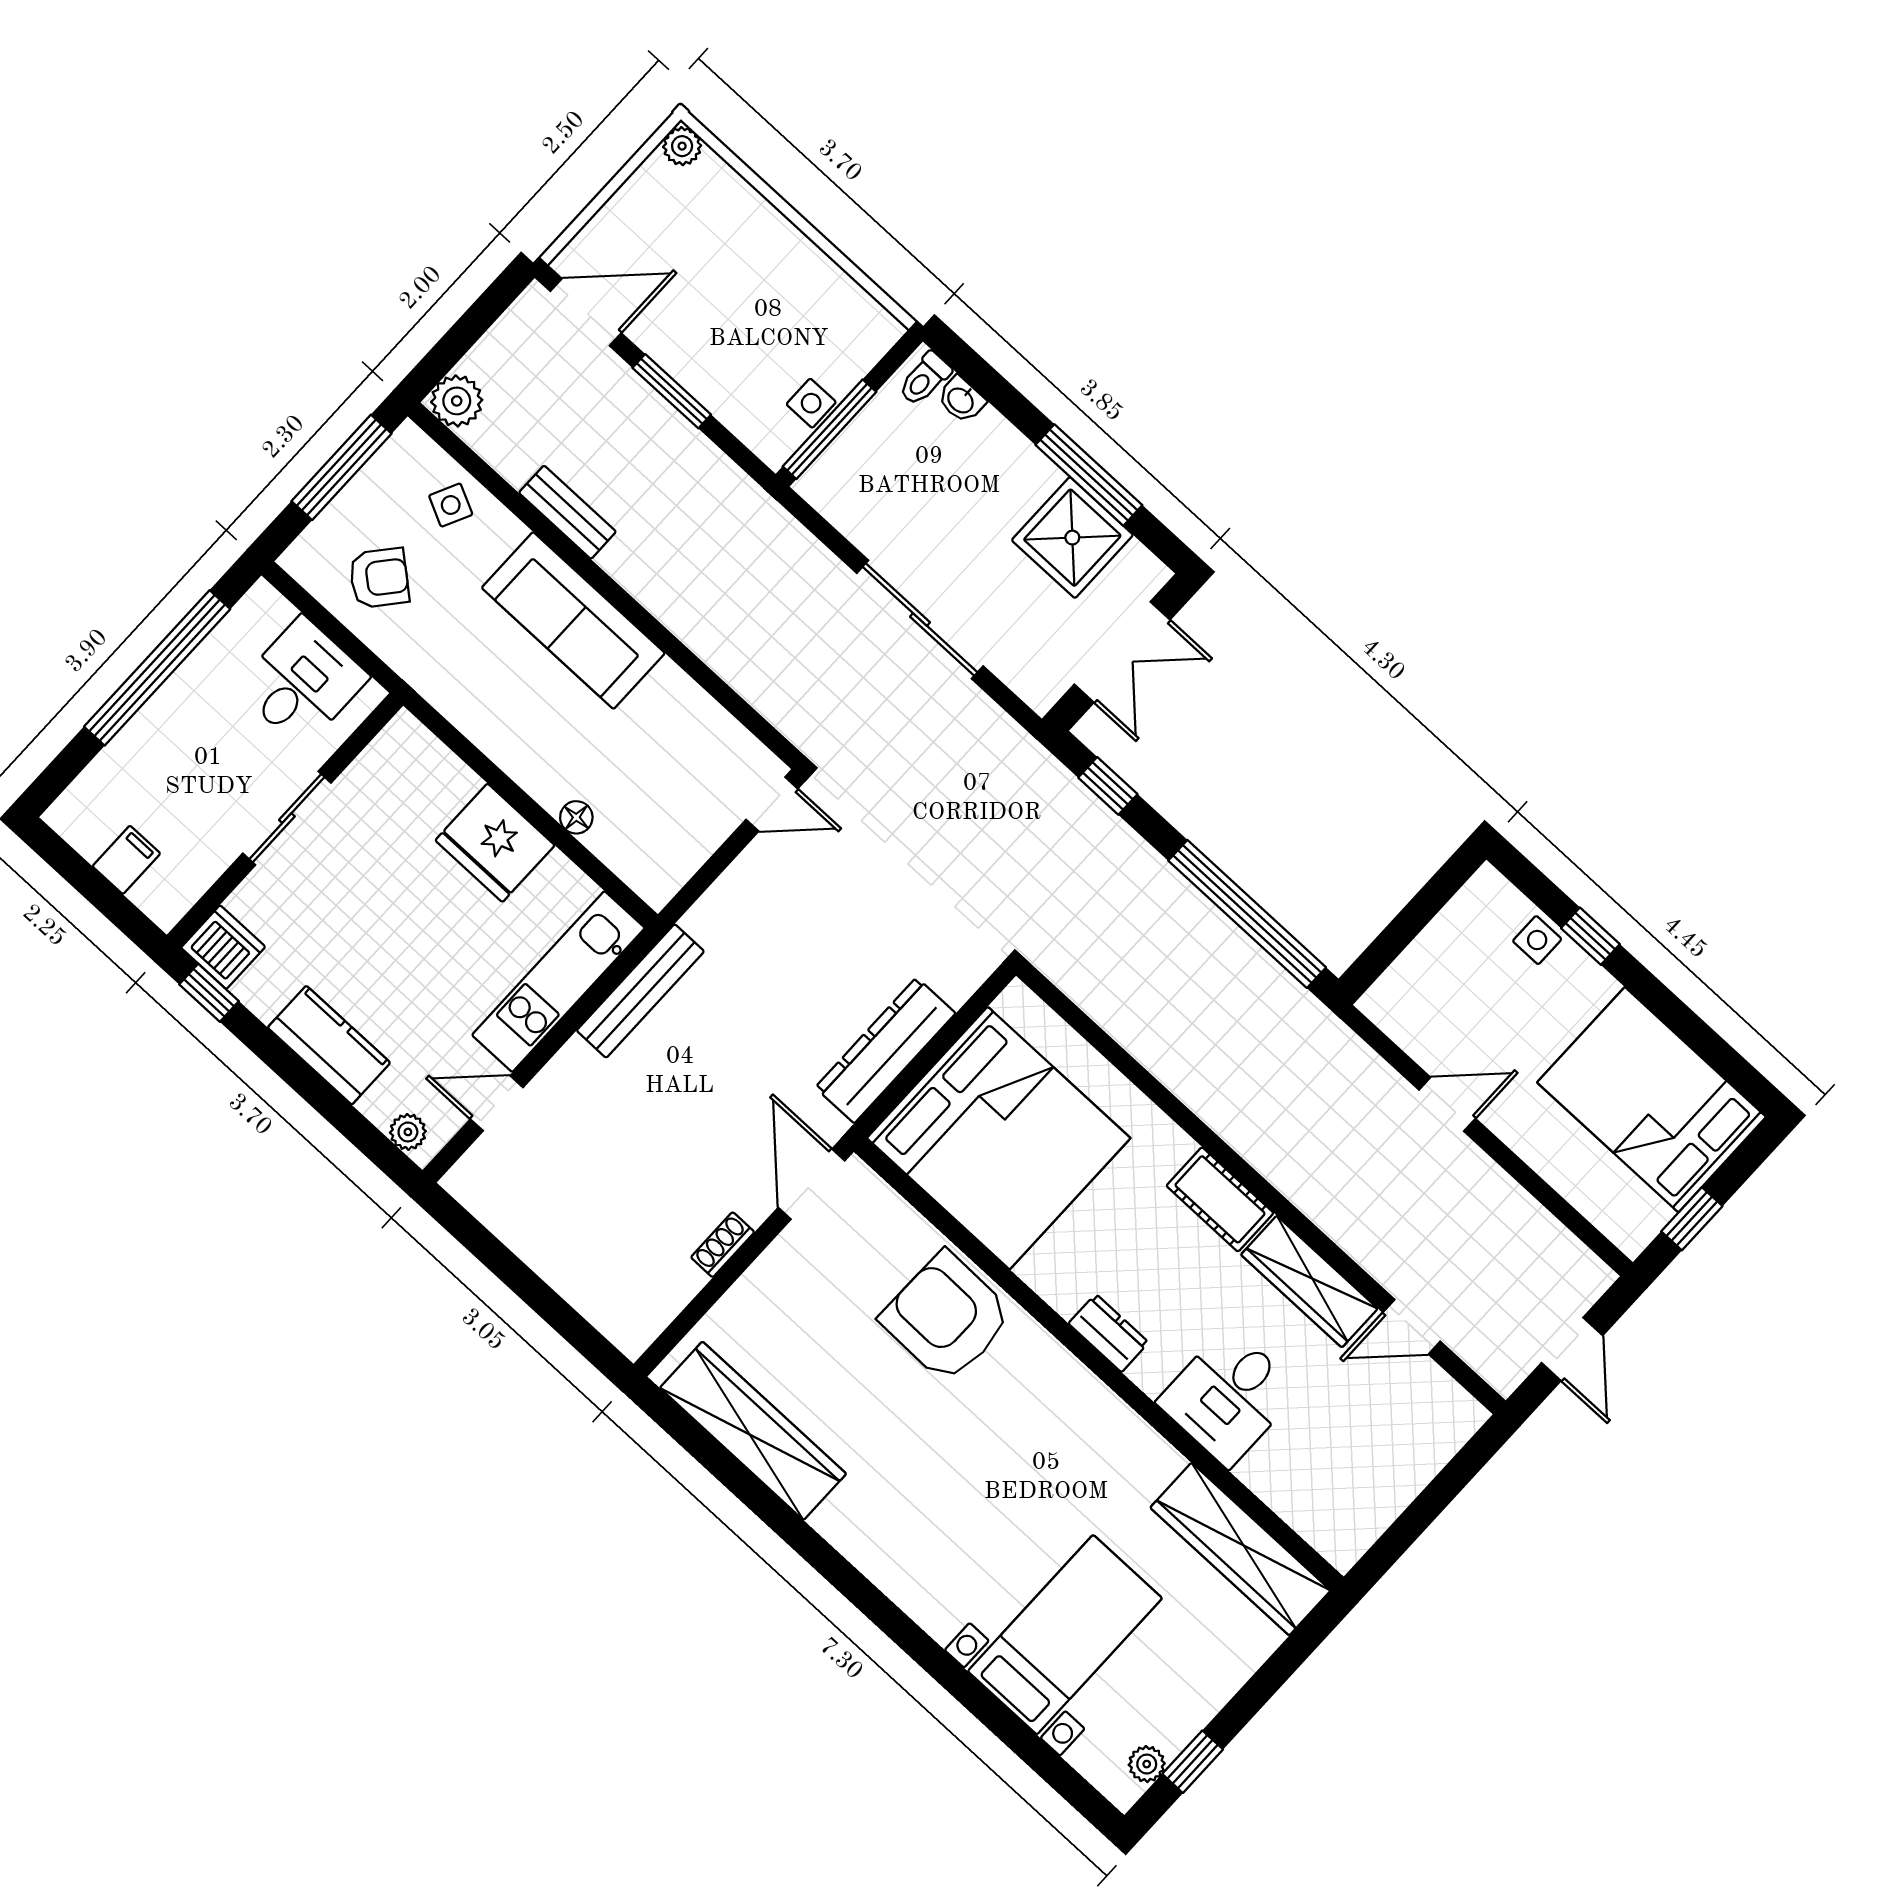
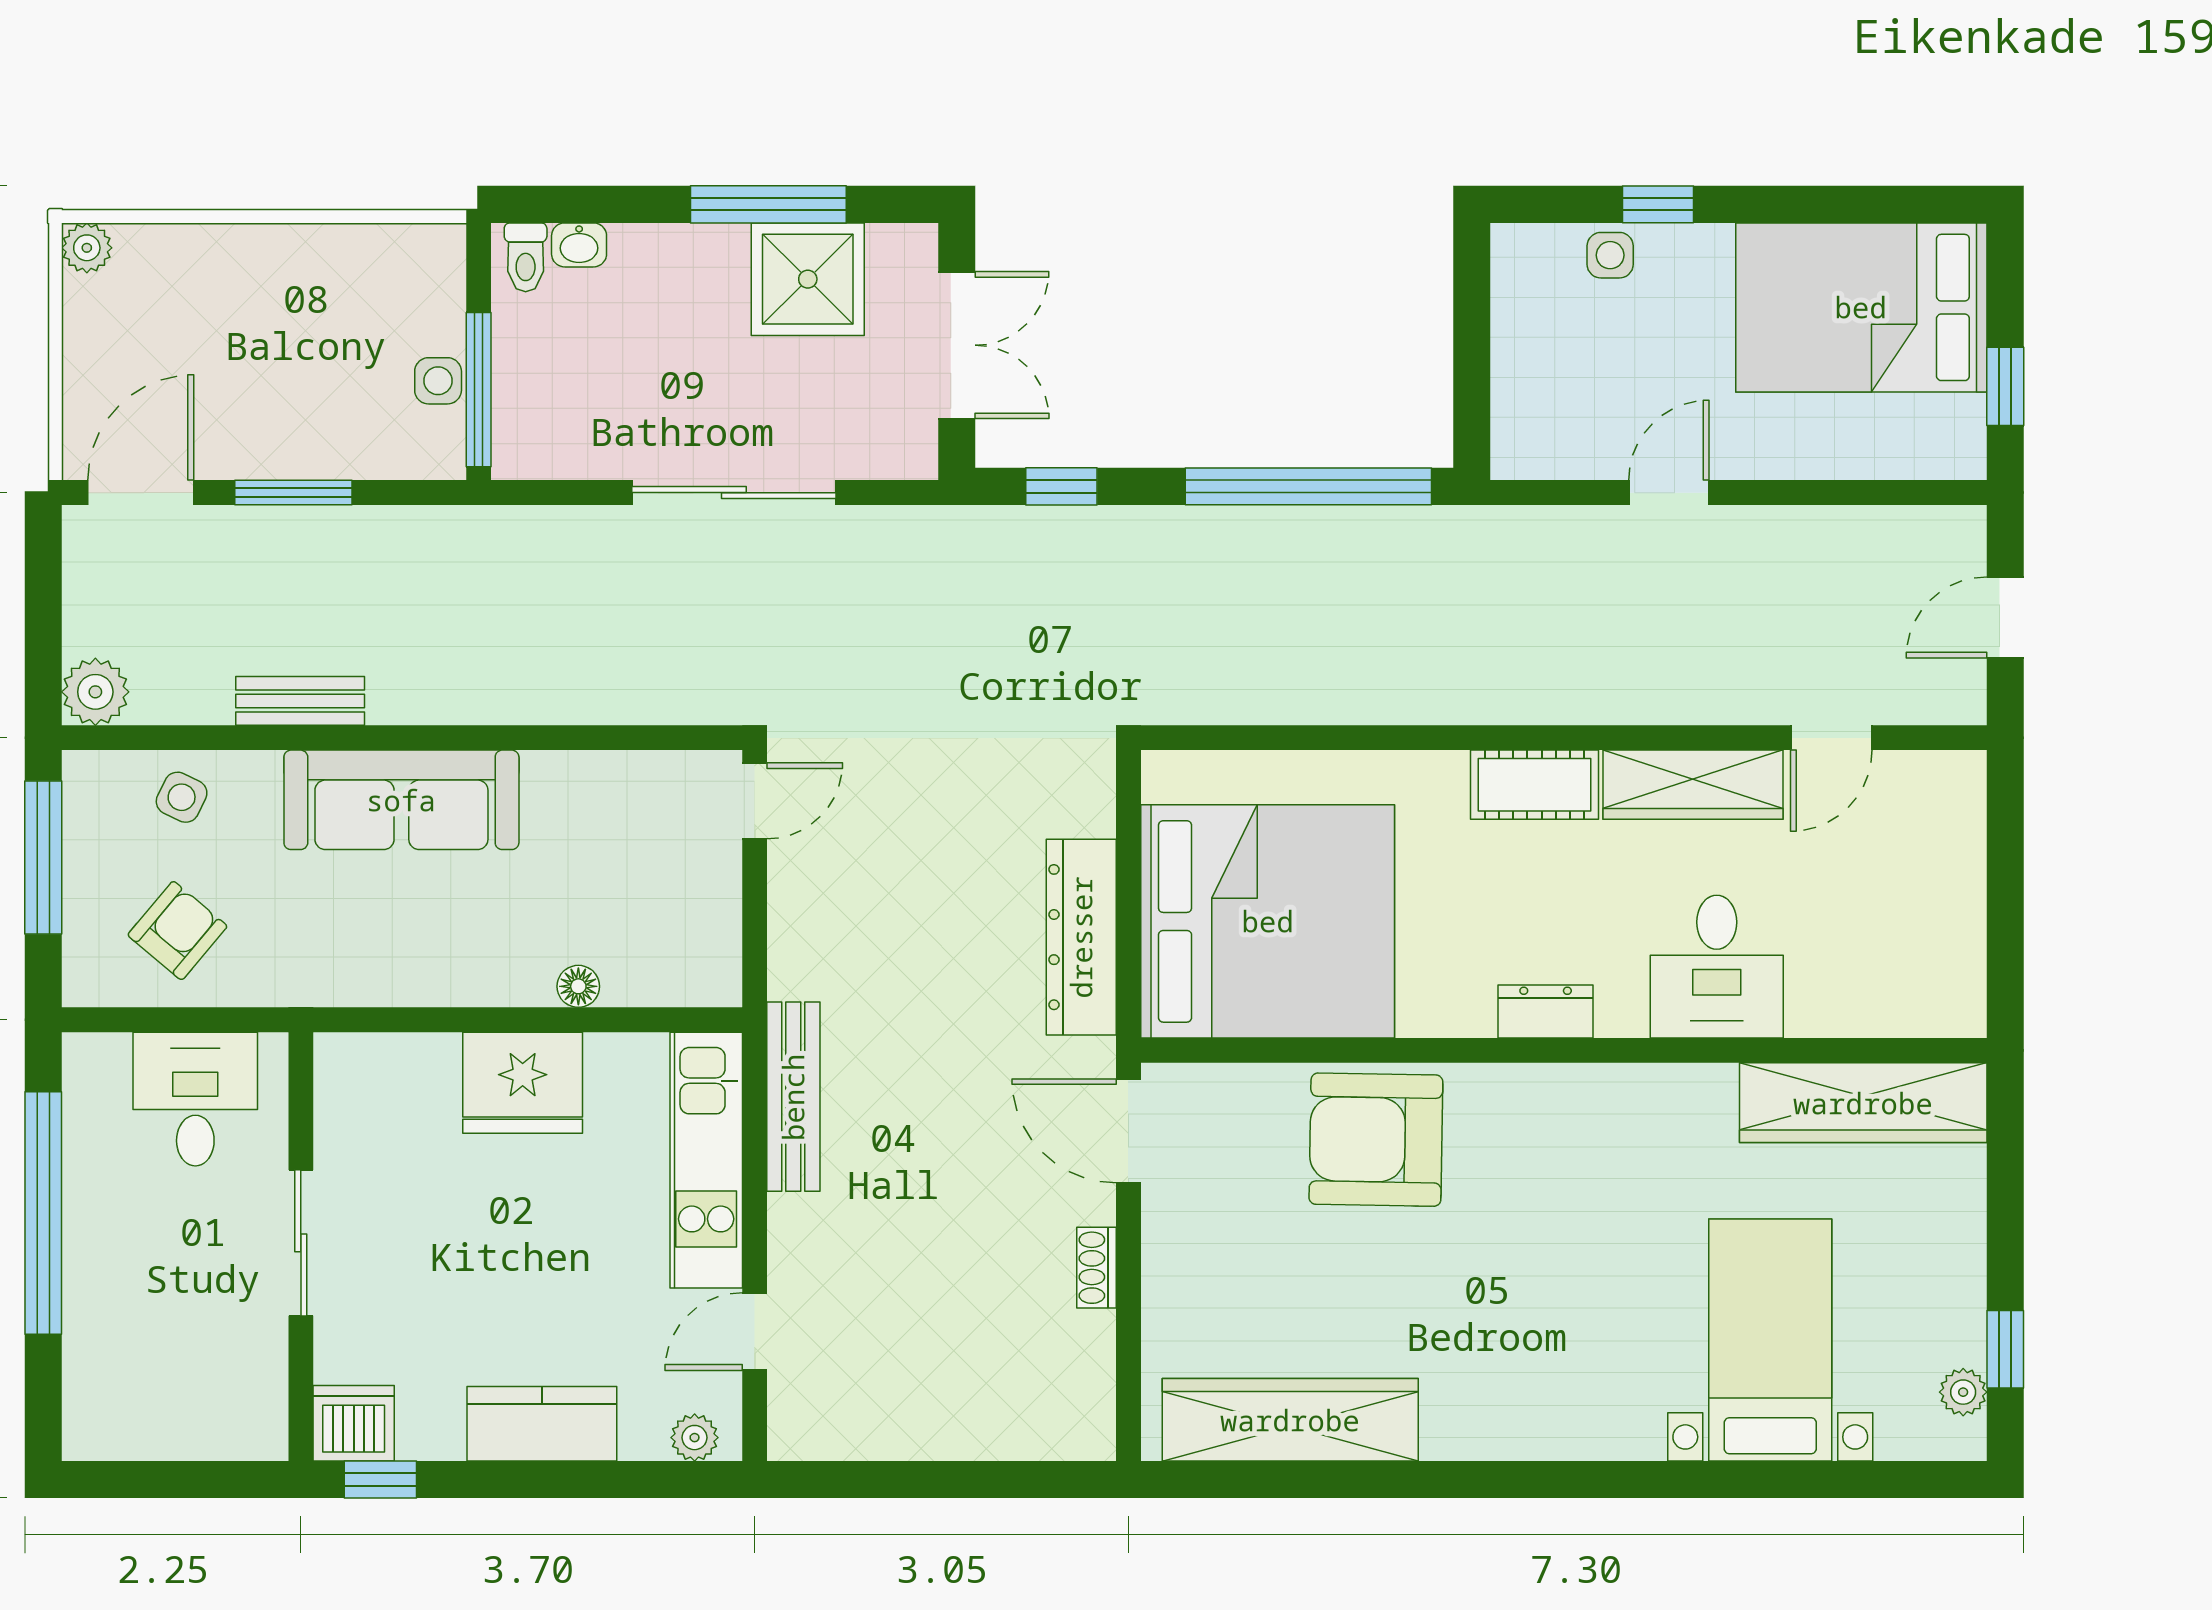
filing cabinet: (126, 860) -> (184, 1425), removed
door: (1572, 1349) -> (2005, 617), swing flipped

